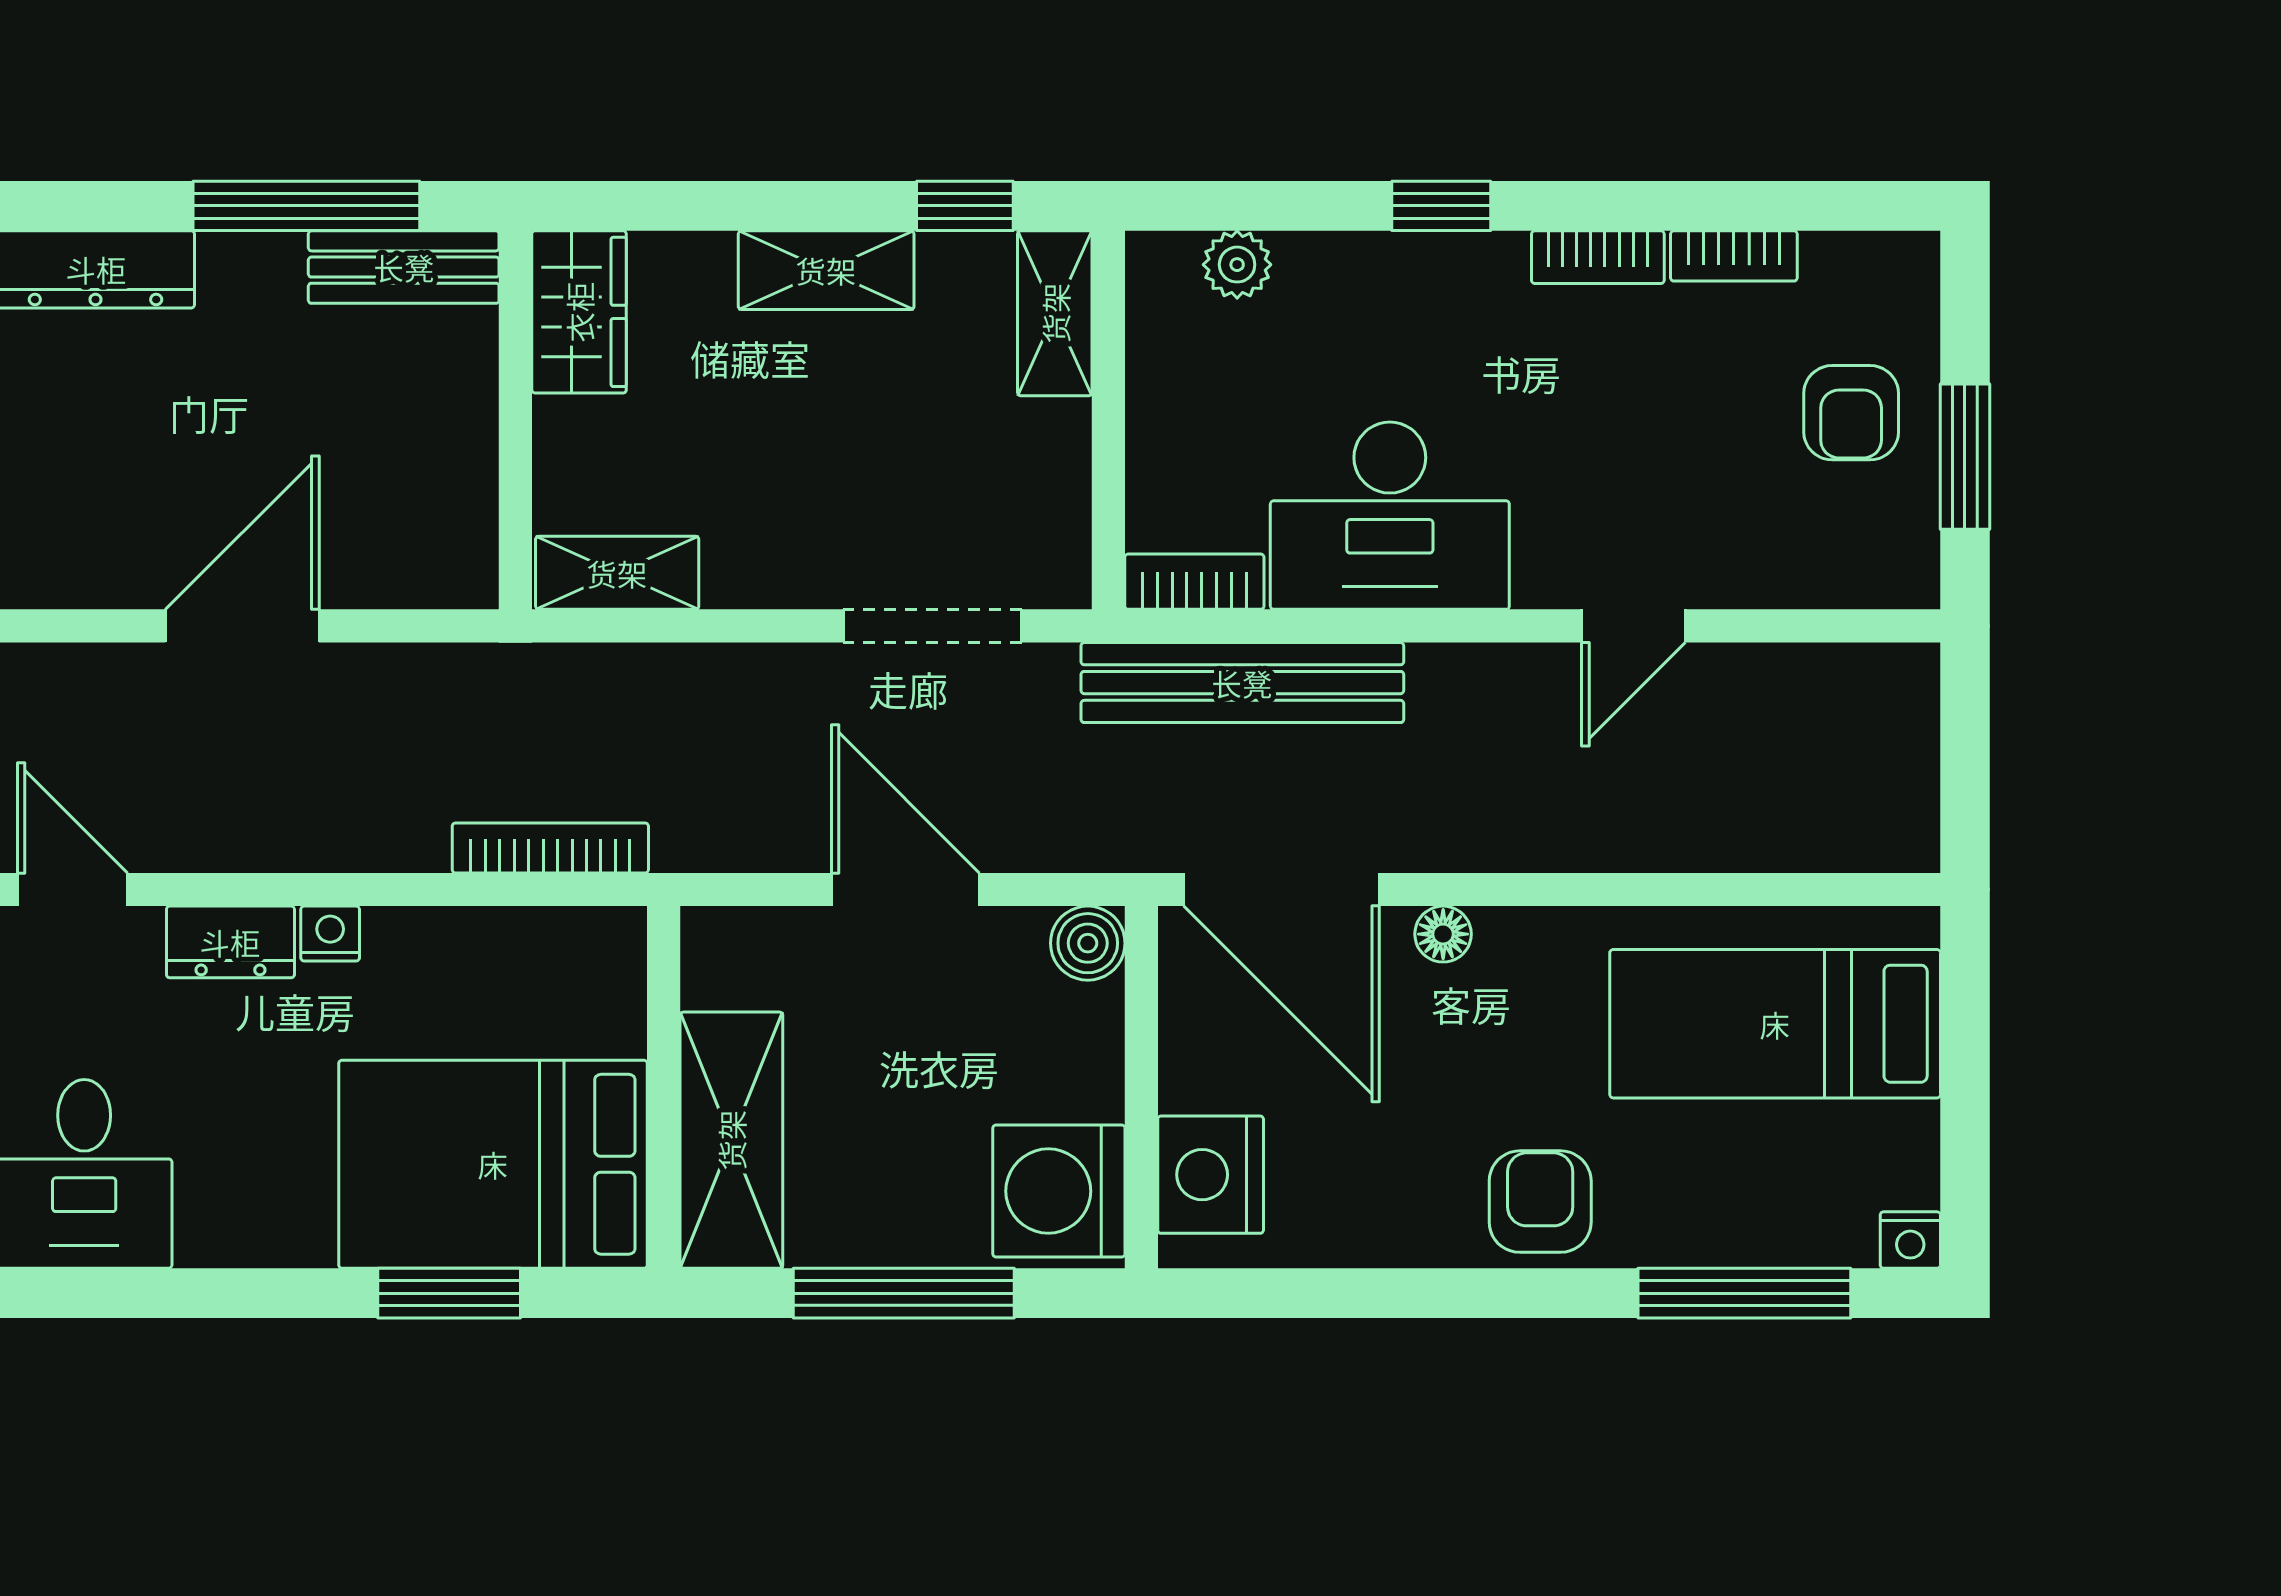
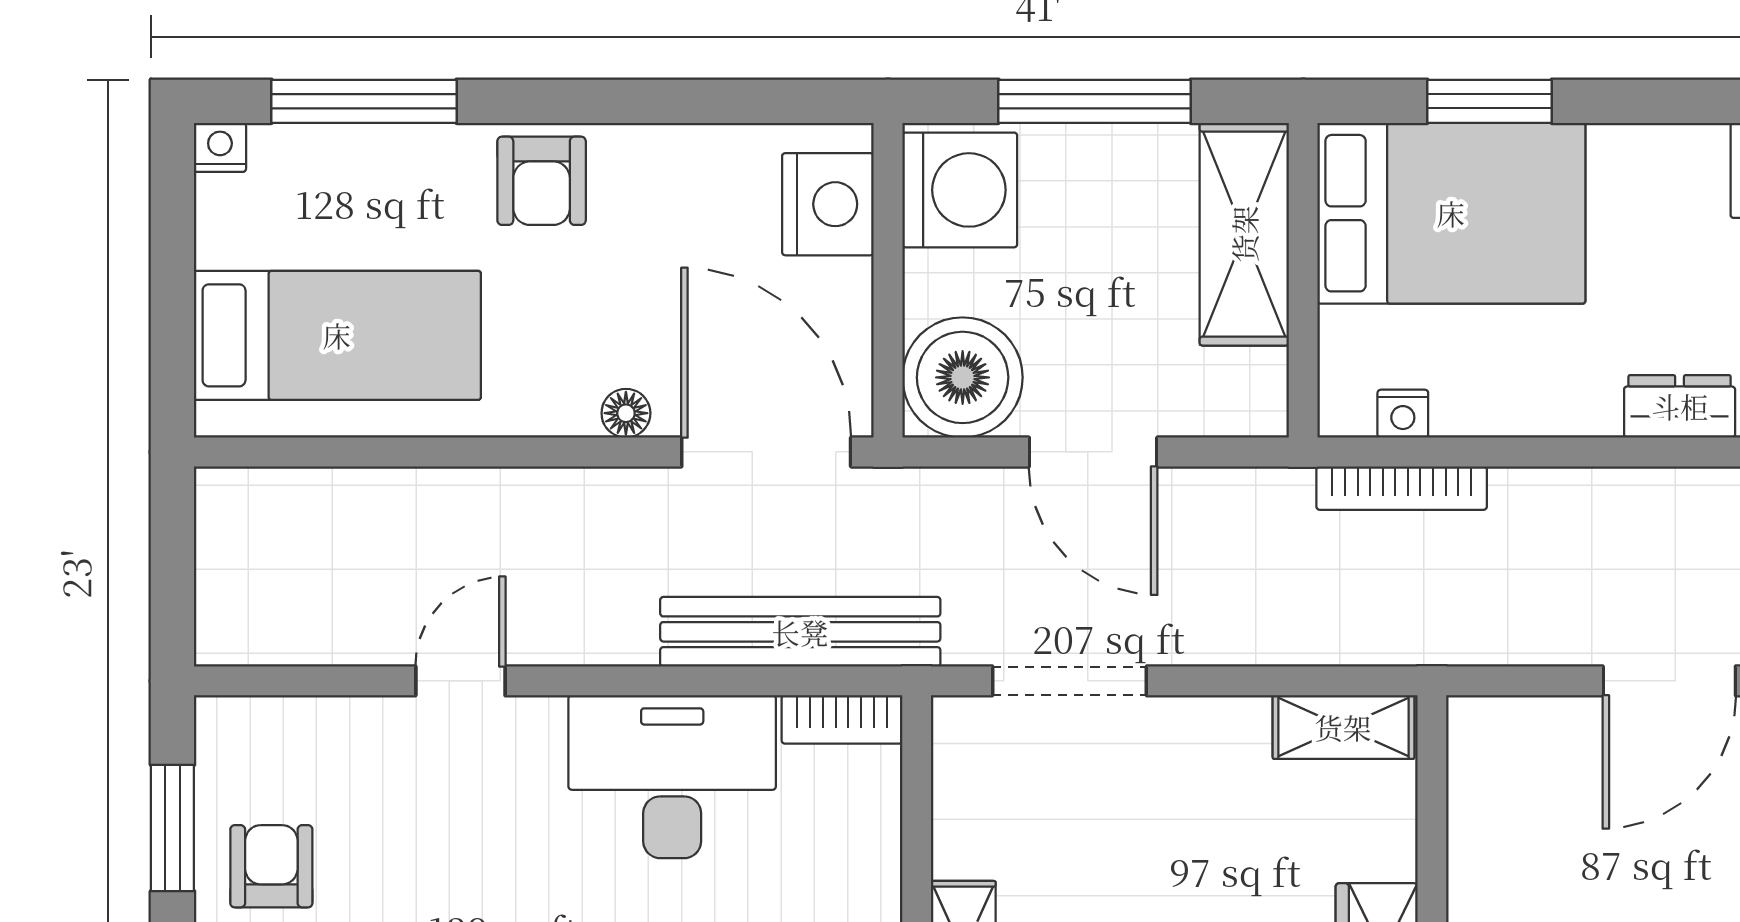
nightstand: (330, 934) -> (1403, 414), moved
boiler: (1088, 943) -> (963, 377), width x1.86, depth x1.86

